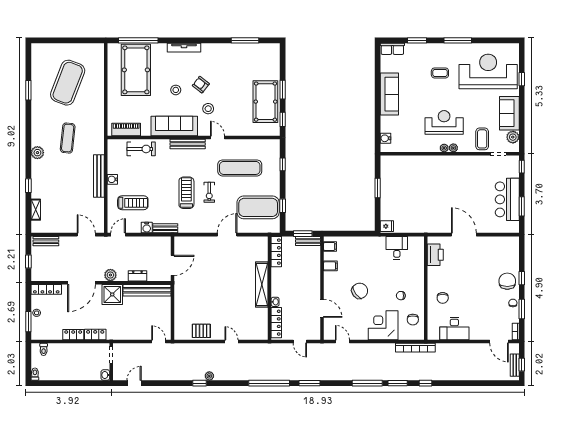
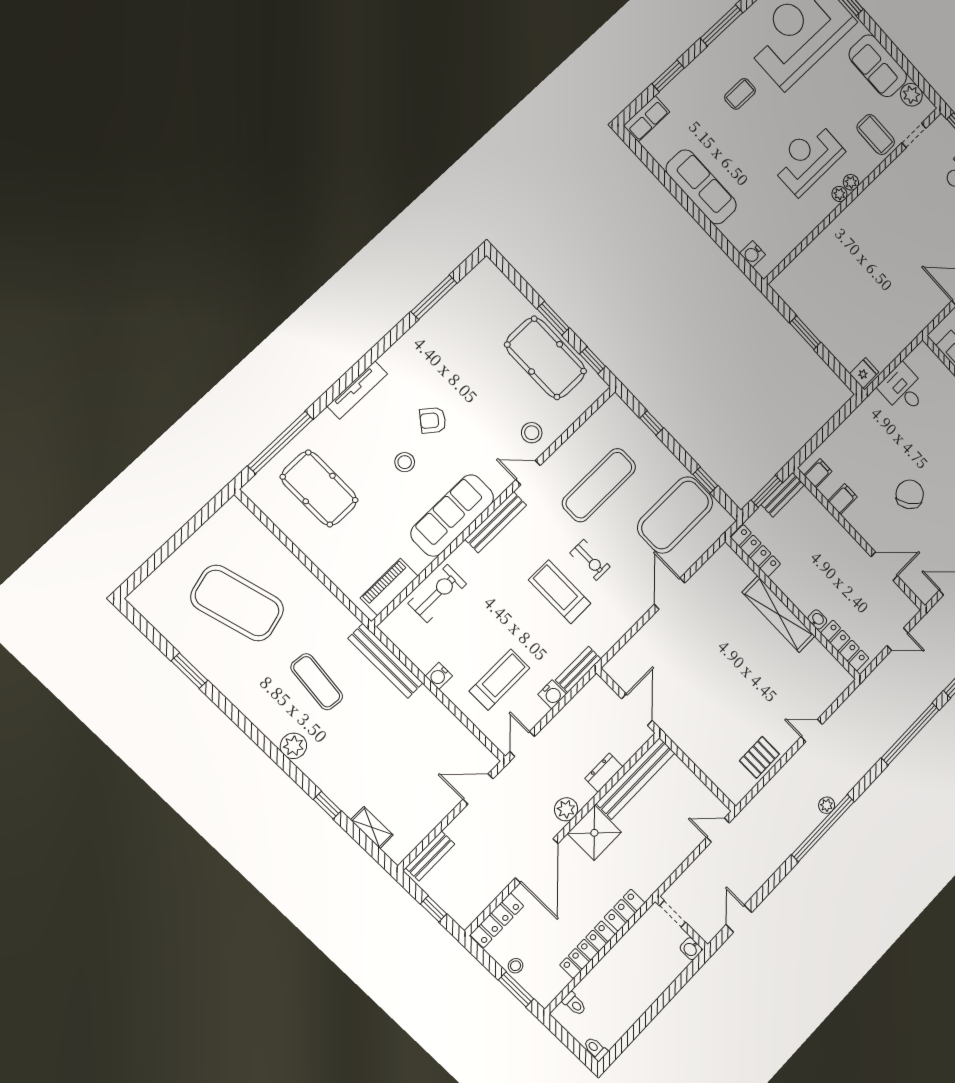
pool table: (136, 70) -> (319, 489), width x0.73, depth x0.76
exercise mat: (68, 83) -> (237, 603), turned -36
stool: (208, 109) -> (532, 433), moved
bench: (99, 176) -> (385, 661), moved
locker: (73, 335) -> (588, 950), width x1.53
window: (199, 383) -> (823, 828), width x3.17

